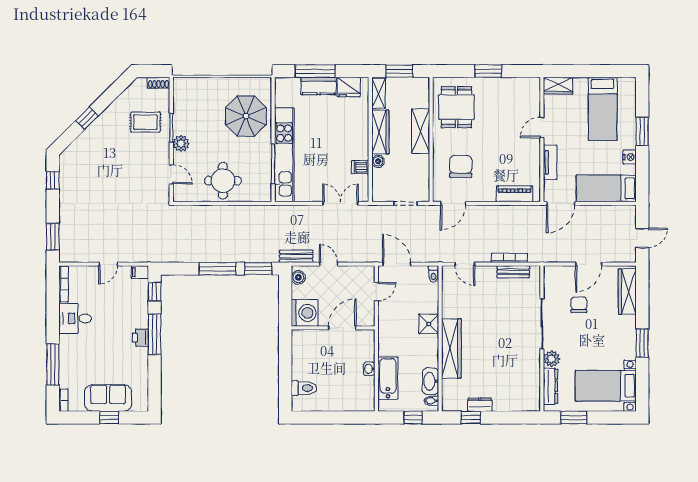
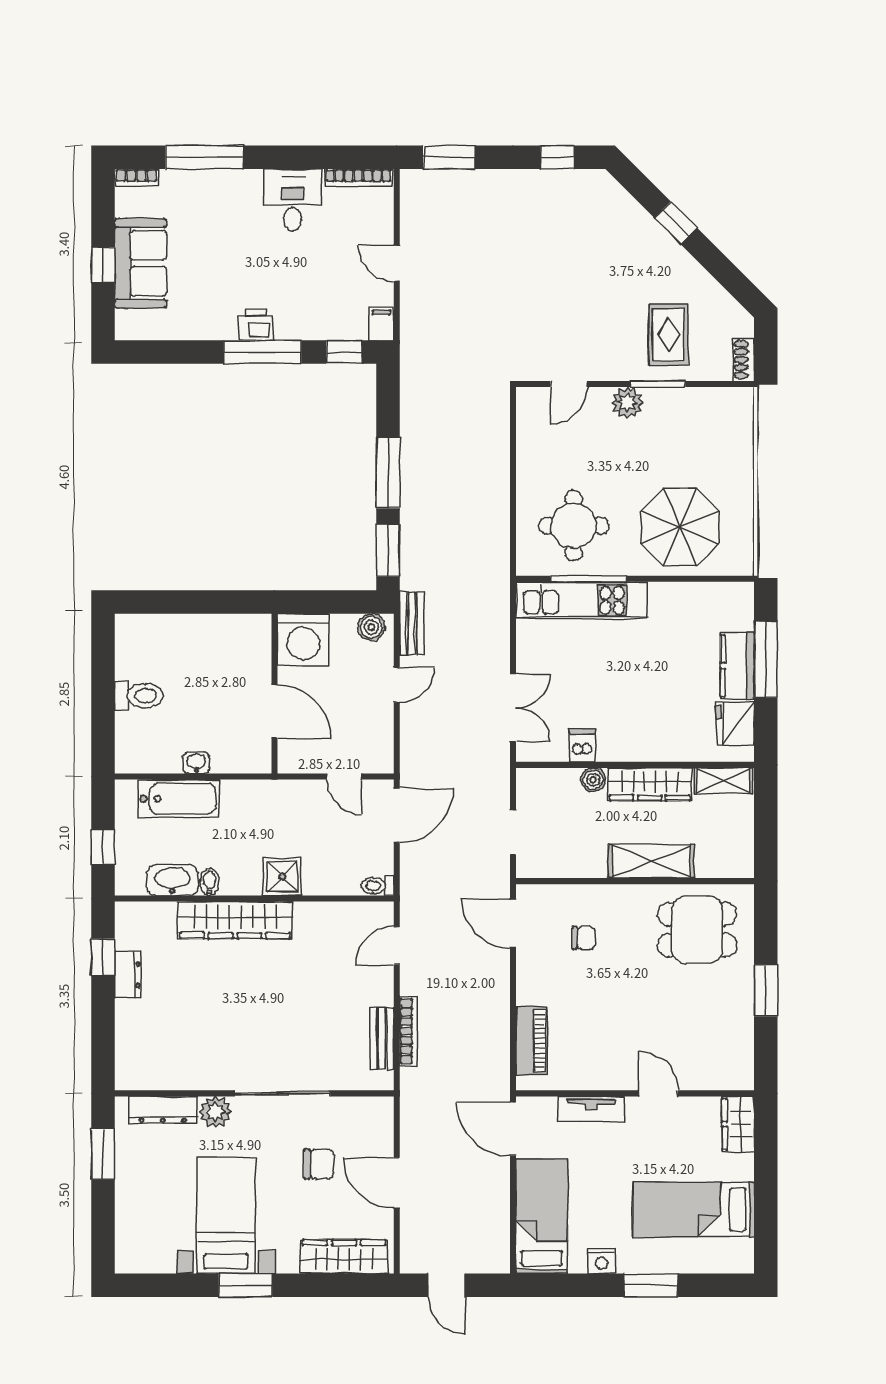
window: (399, 71) -> (766, 821), removed
kitchen unit: (284, 155) -> (582, 600), width x0.73
chair: (461, 166) -> (584, 938), width x0.54, depth x0.54
round table: (223, 181) -> (574, 526), moved
bed with nightstands: (606, 386) -> (226, 1215), moved
toilet: (304, 388) -> (139, 696), moved, turned -90
bidet: (431, 401) -> (209, 882), moved

